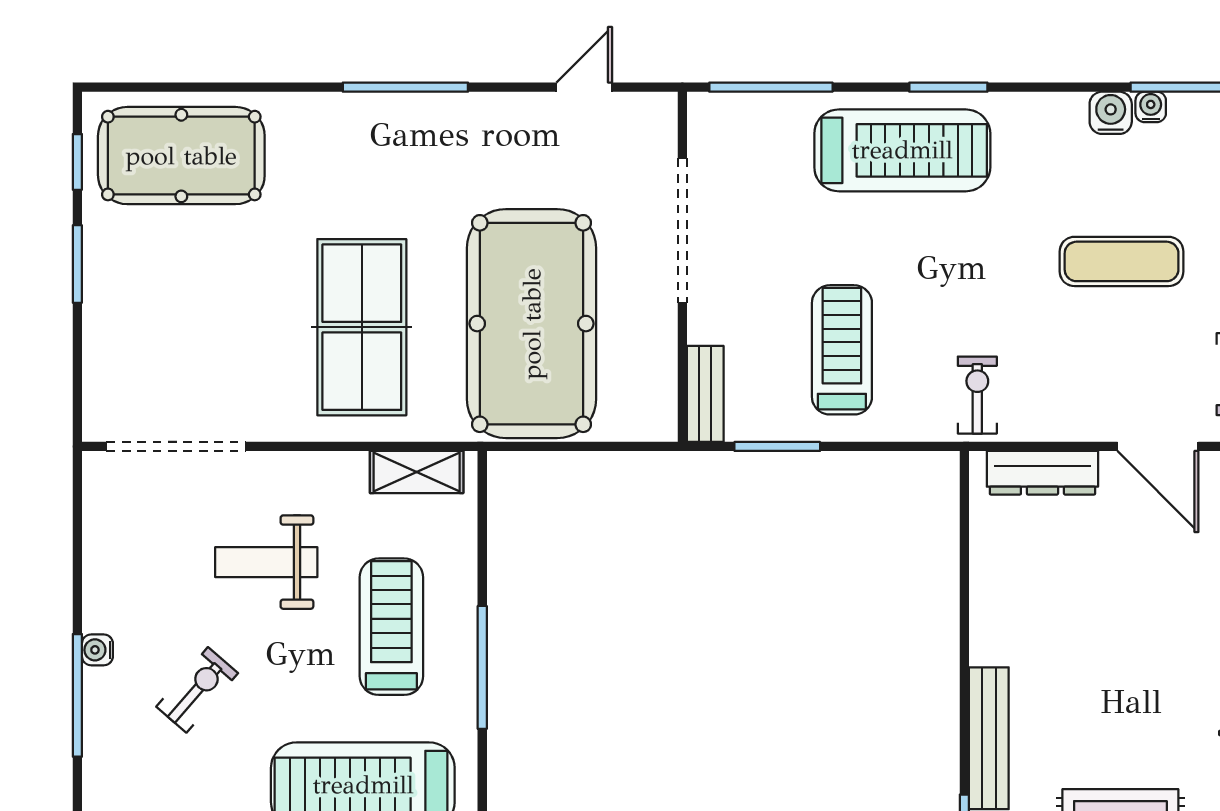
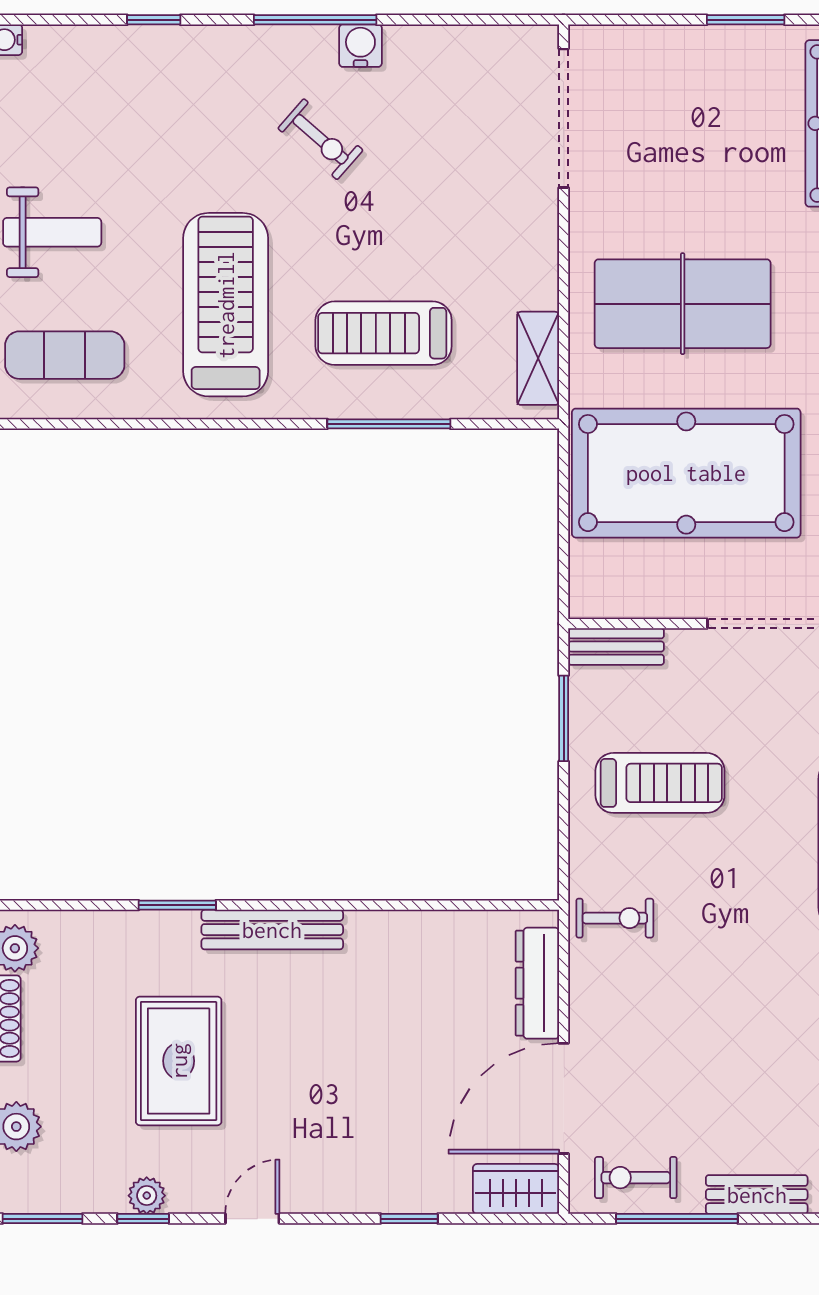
exercise mat: (1122, 261) -> (748, 1062), removed
door: (1158, 446) -> (564, 1098), width x1.36
weight bench: (266, 562) -> (448, 208), removed
treadmill: (391, 627) -> (384, 333), turned 180
water cooler: (97, 650) -> (360, 46), width x1.38, depth x1.38
window: (482, 667) -> (389, 424), moved

